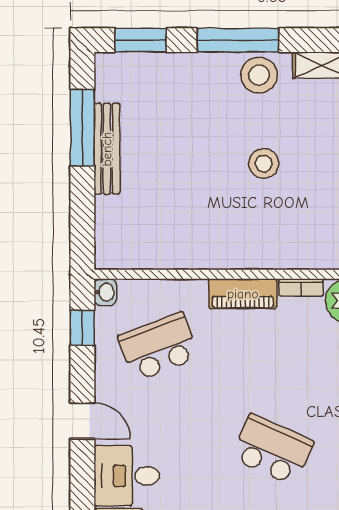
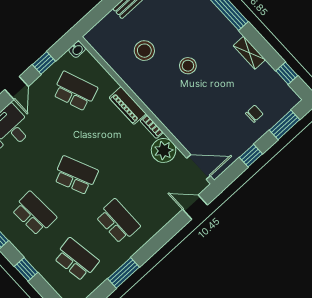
stool: (259, 75) -> (144, 51), moved
window: (82, 328) -> (44, 63), moved
school desk: (272, 450) -> (76, 175), turned -48

